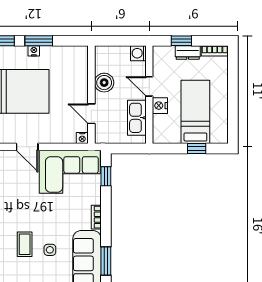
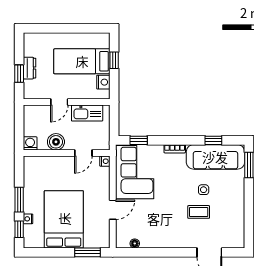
nightstand: (34, 51) -> (28, 219), moved
bookcase: (215, 51) -> (28, 44), removed
washing machine: (138, 53) -> (30, 143), moved, turned 180
nightstand: (160, 106) -> (103, 82), moved, turned -90
window: (106, 261) -> (213, 140), width x0.67

